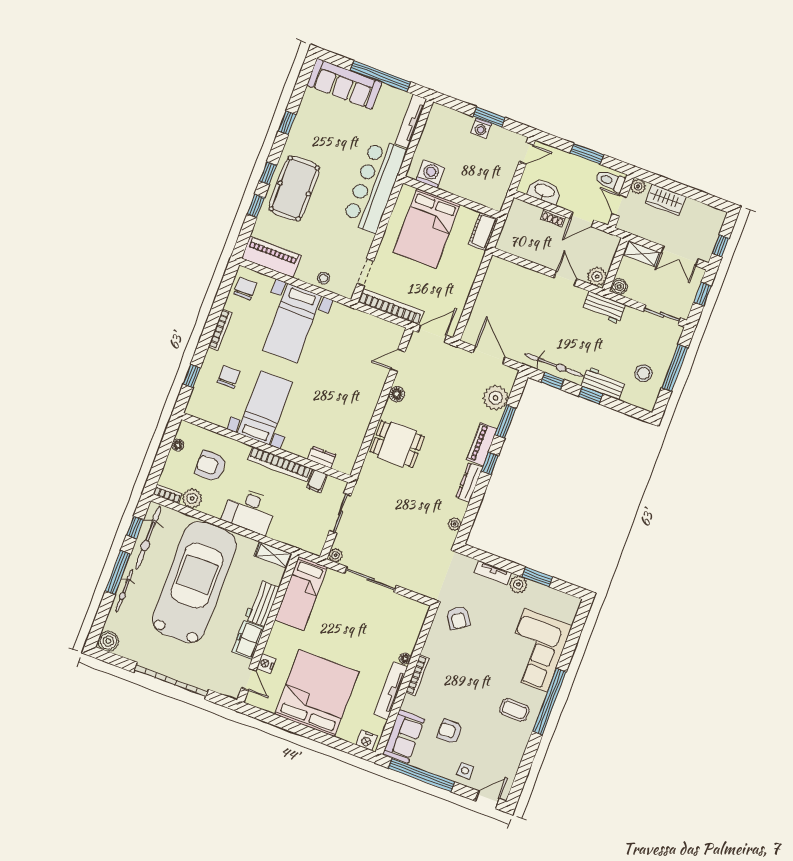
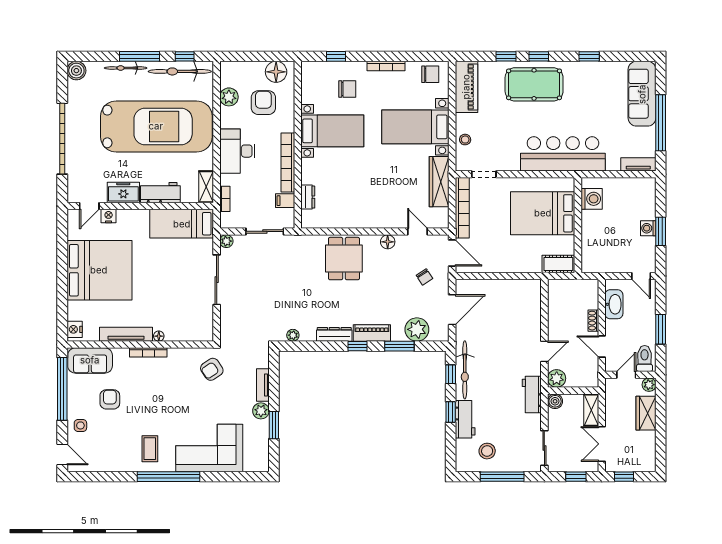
tv unit: (411, 121) -> (638, 164), width x0.71
wardrobe: (356, 320) -> (439, 182), added
chair: (446, 370) -> (424, 277), added
floor lamp: (178, 445) -> (276, 72), width x1.89, depth x1.89
bookcase: (167, 494) -> (225, 199), moved

